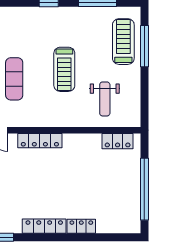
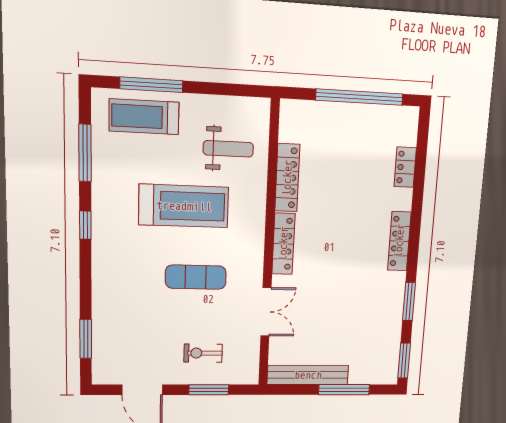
treadmill: (64, 69) -> (184, 206), width x1.37, depth x1.38
locker: (118, 141) -> (287, 178), moved, width x1.53
locker: (81, 226) -> (405, 167), moved

